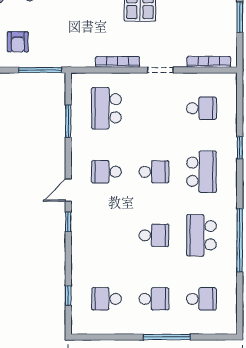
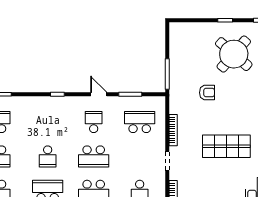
armchair: (18, 42) -> (207, 93), moved, turned 180
school desk: (154, 172) -> (94, 156), width x1.85
door: (68, 190) -> (99, 94), moved

